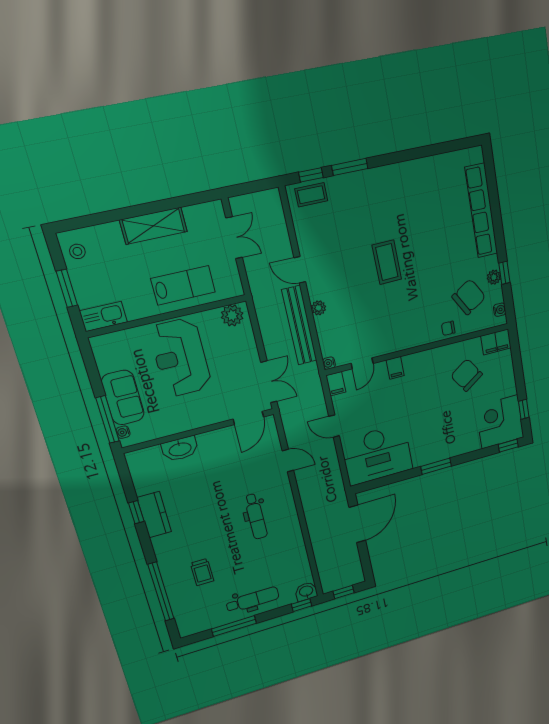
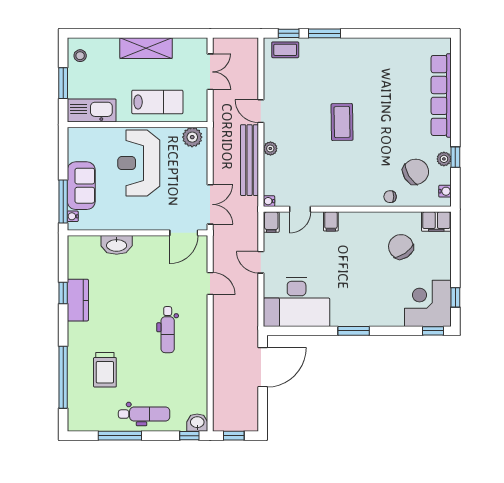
kitchen sink: (103, 316) -> (92, 110), width x1.36, depth x1.24
trolley: (202, 572) -> (105, 370), width x1.36, depth x1.39

